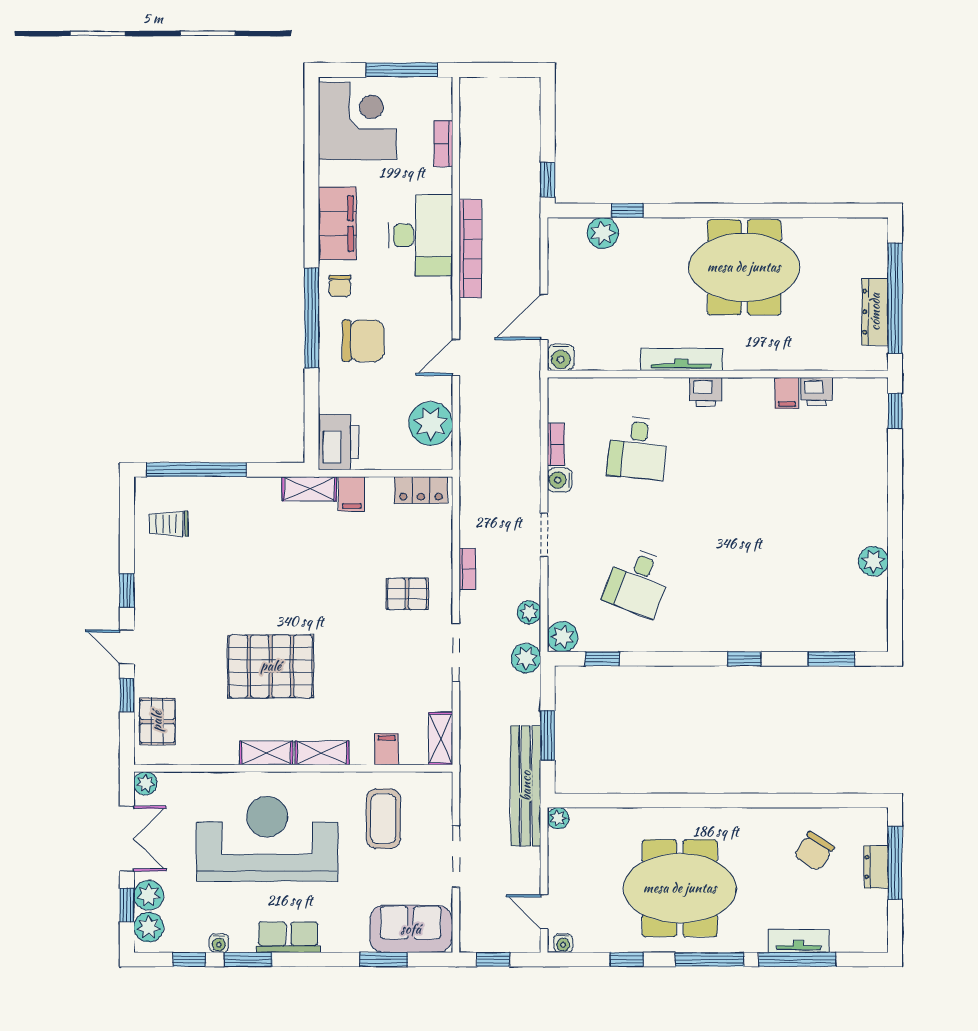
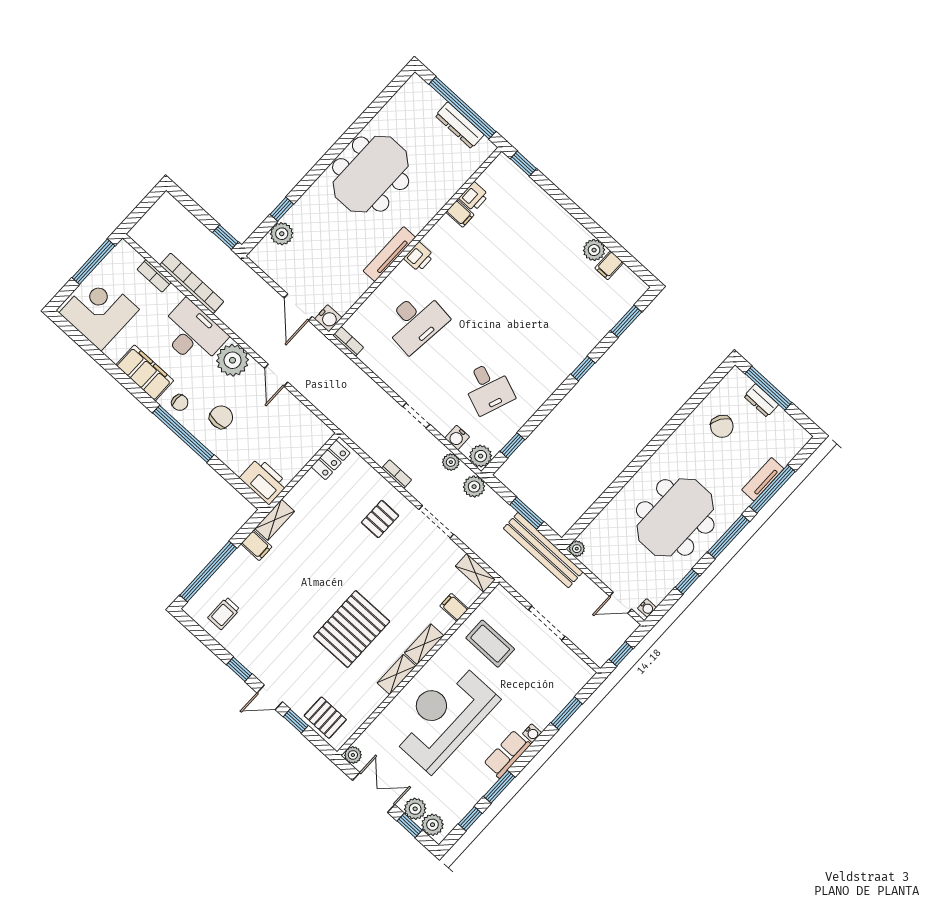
bookcase: (470, 249) -> (192, 283), moved
chair: (363, 341) -> (221, 417), width x0.73, depth x0.73
plant: (431, 423) -> (233, 360), moved
bookcase: (556, 444) -> (348, 341), moved
desk: (638, 448) -> (416, 321), width x1.37
water cooler: (560, 480) -> (457, 438), moved
filing cabinet: (352, 494) -> (256, 545), moved
filing cabinet: (872, 590) -> (609, 265), added
sofa: (411, 929) -> (564, 683), removed
water cooler: (219, 943) -> (532, 733), moved

